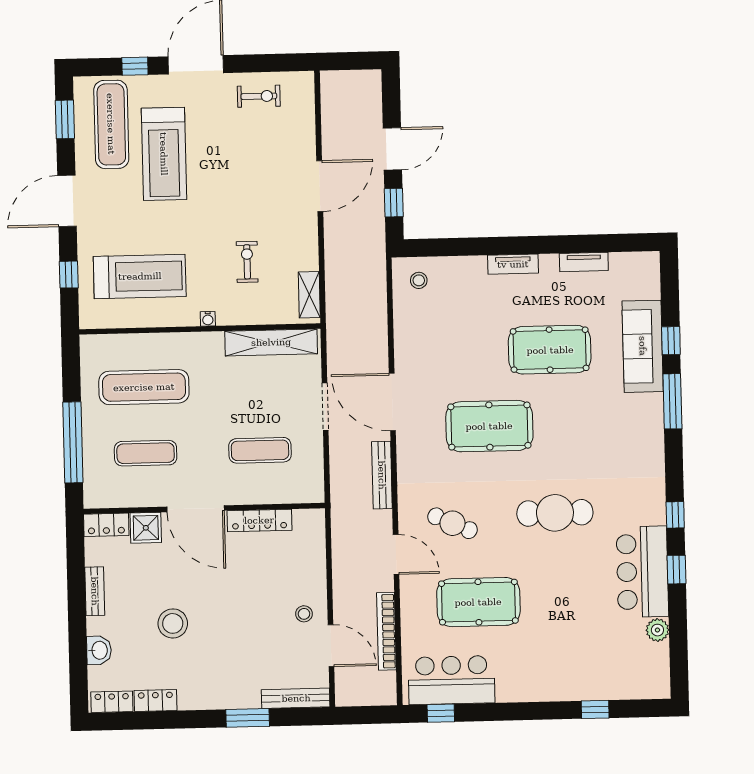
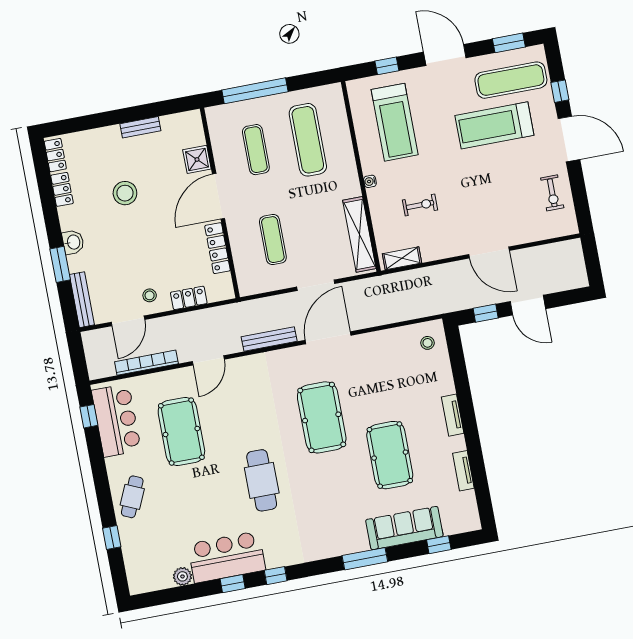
window: (671, 341) -> (439, 545), moved
cafe table: (452, 523) -> (132, 497), moved
locker: (106, 525) -> (189, 298), moved, turned 90
washbasin: (99, 650) -> (73, 242), moved, turned -90

